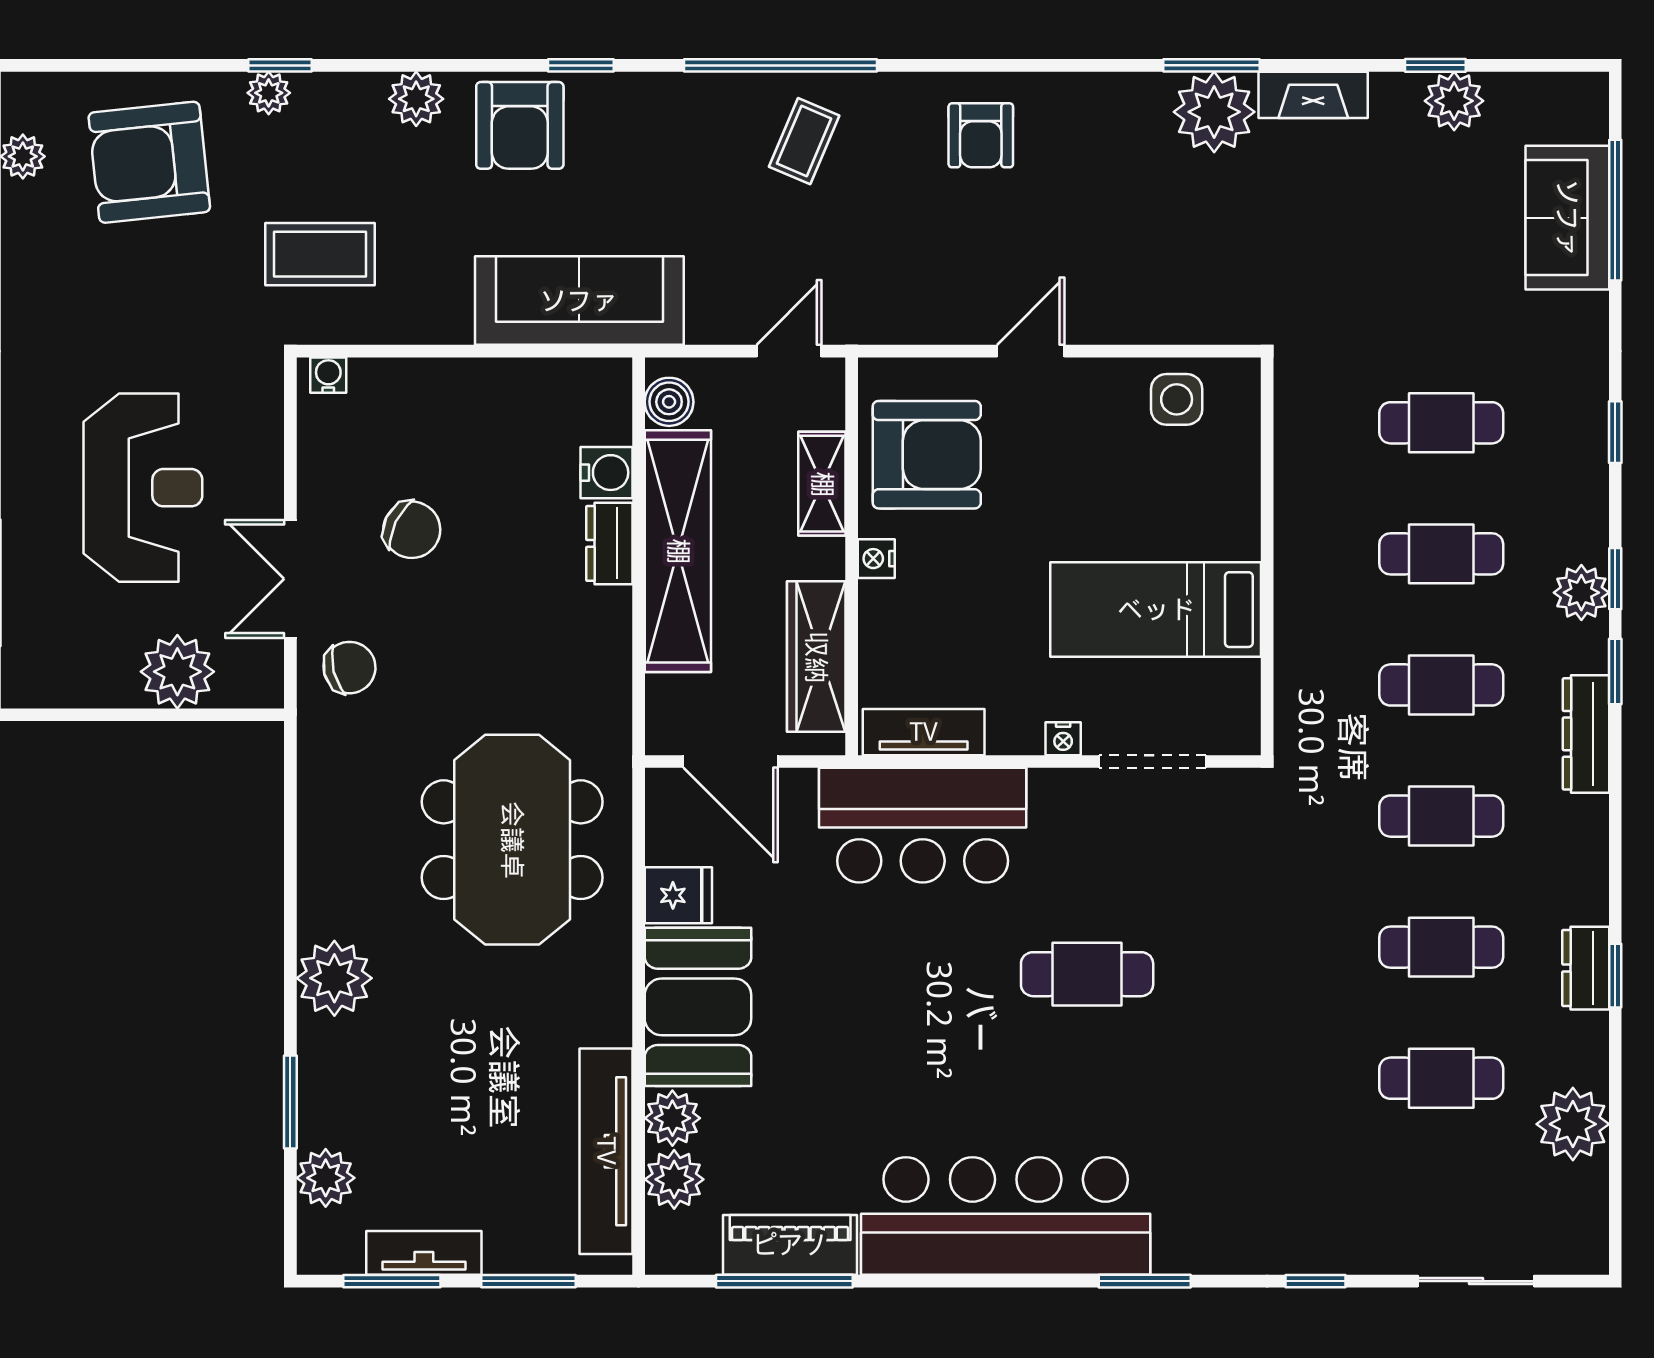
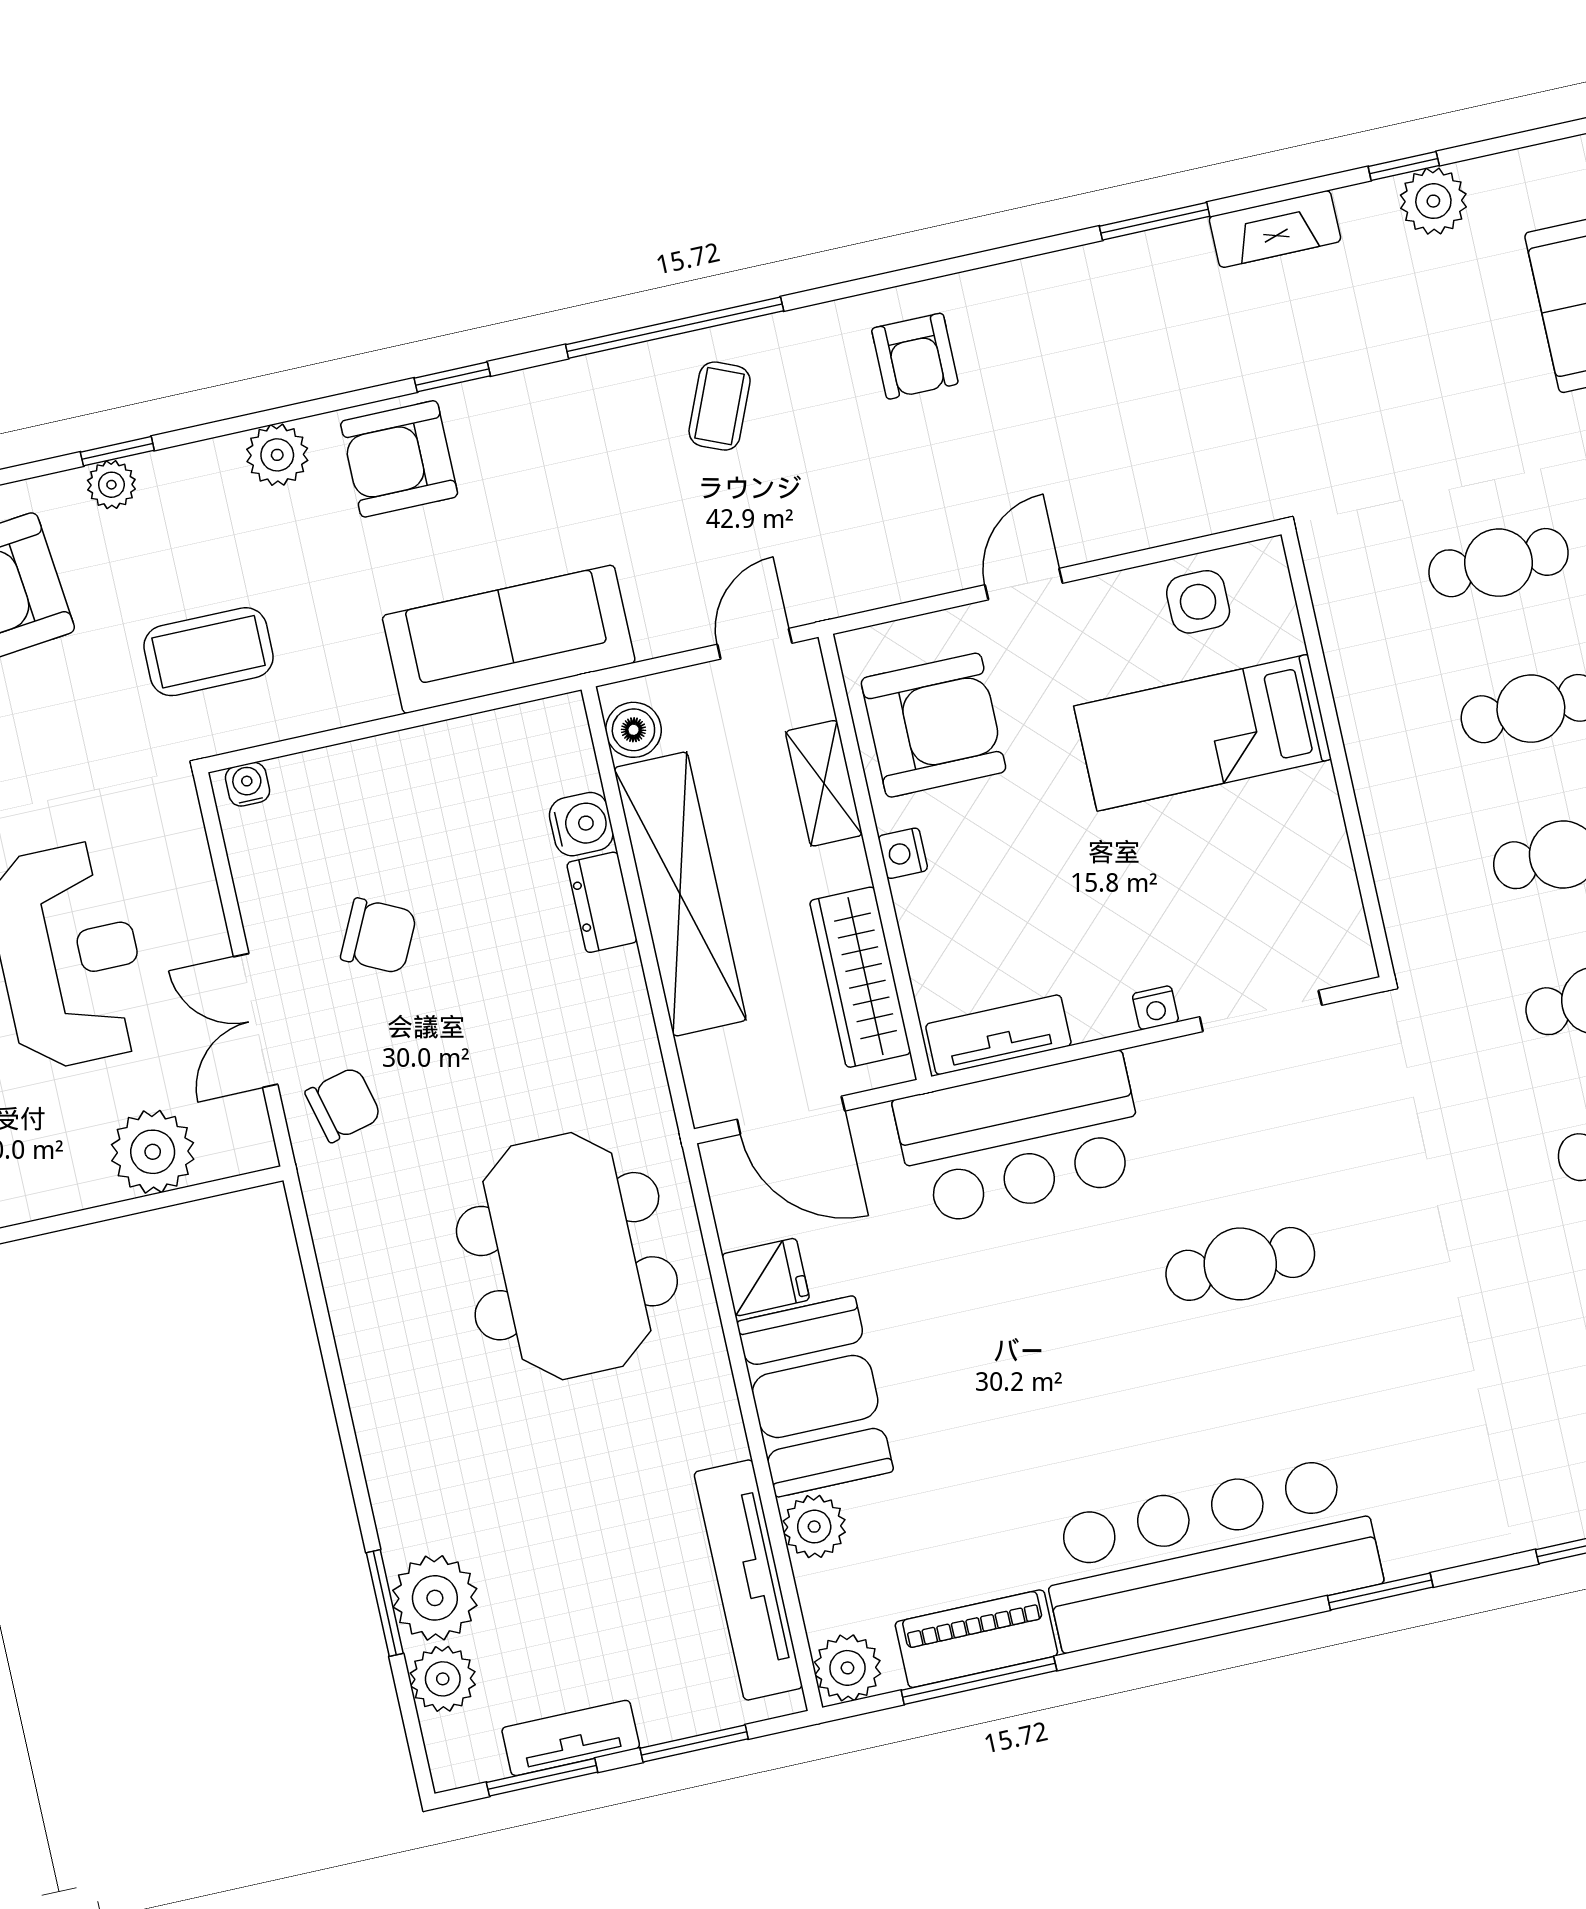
plant: (1214, 112) -> (1169, 273), removed
armchair: (520, 125) -> (399, 459), turned 90
bed: (1156, 610) -> (1203, 733), moved
plant: (334, 978) -> (435, 1598), moved
plant: (674, 1179) -> (847, 1668), moved

